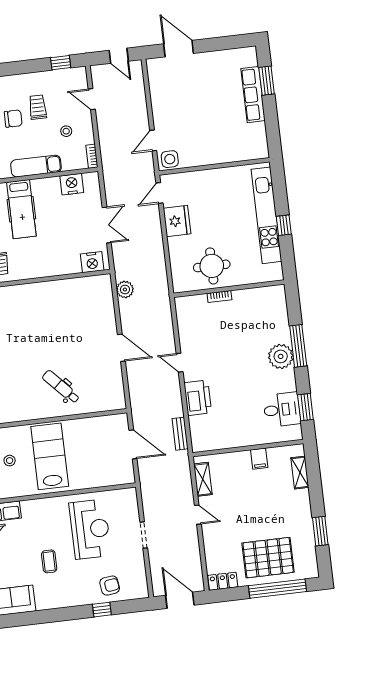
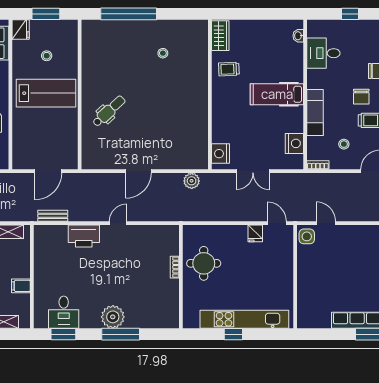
fridge: (177, 221) -> (255, 233), width x0.53, depth x0.75

